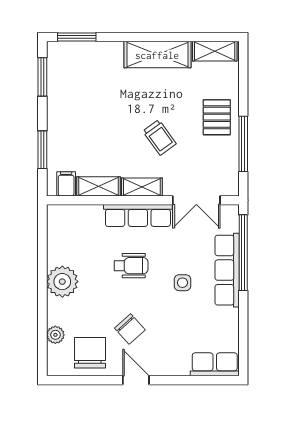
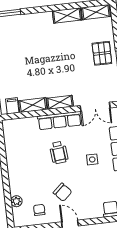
shelving: (157, 55) -> (67, 15), width x0.67, depth x0.75
trolley: (159, 137) -> (67, 70), removed
wheelchair: (131, 266) -> (59, 152), turned 84
plant: (62, 282) -> (17, 167), removed
chair: (90, 353) -> (39, 210), width x0.54, depth x0.54

